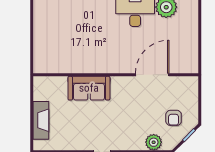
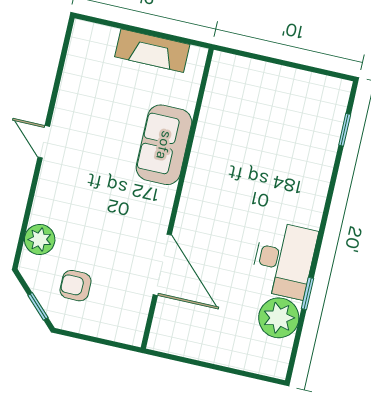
fireplace: (41, 120) -> (152, 51), moved

